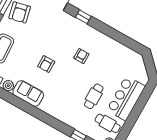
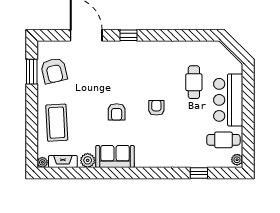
armchair: (81, 56) -> (156, 108), moved
cafe table: (94, 96) -> (194, 82), moved

